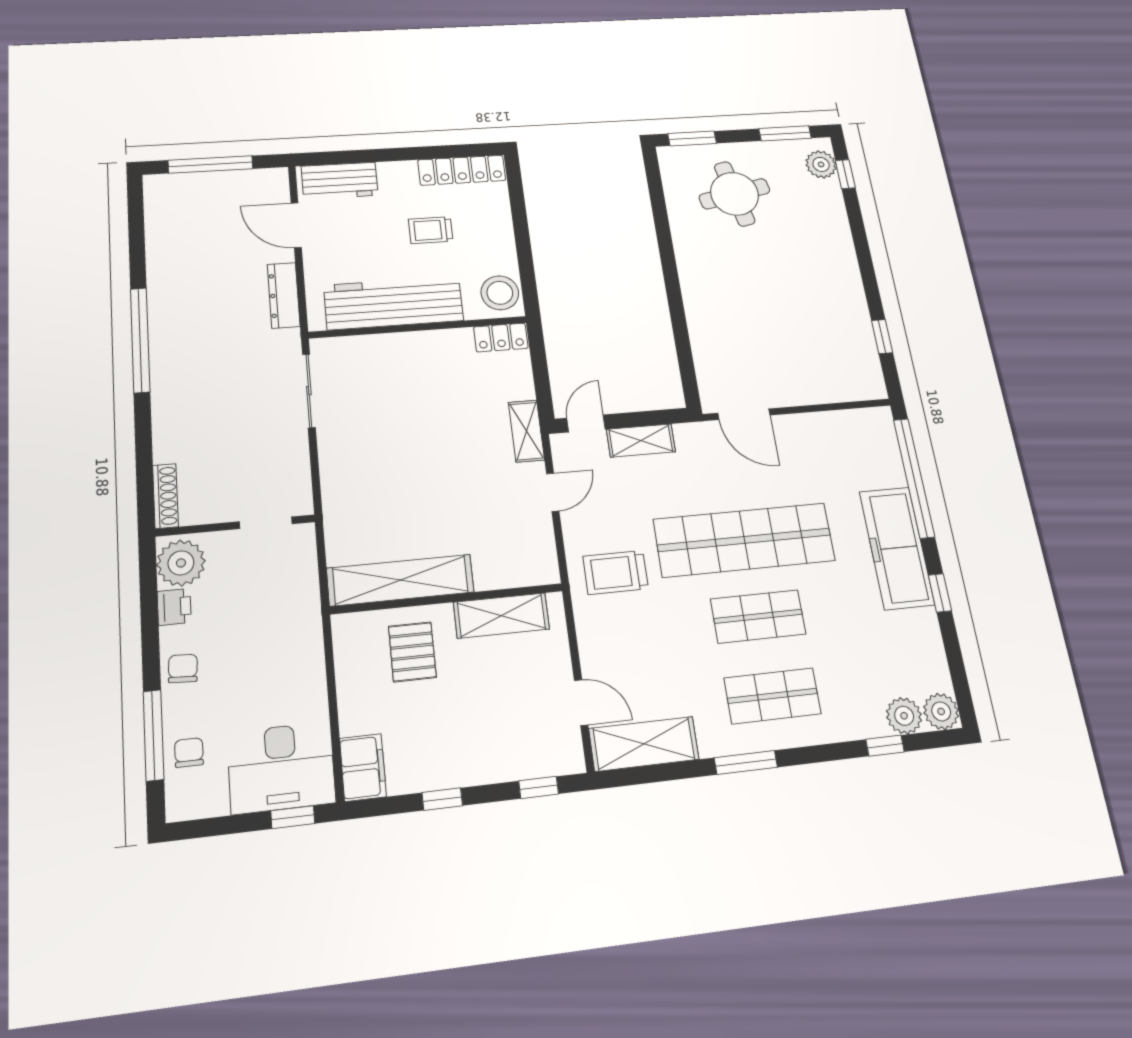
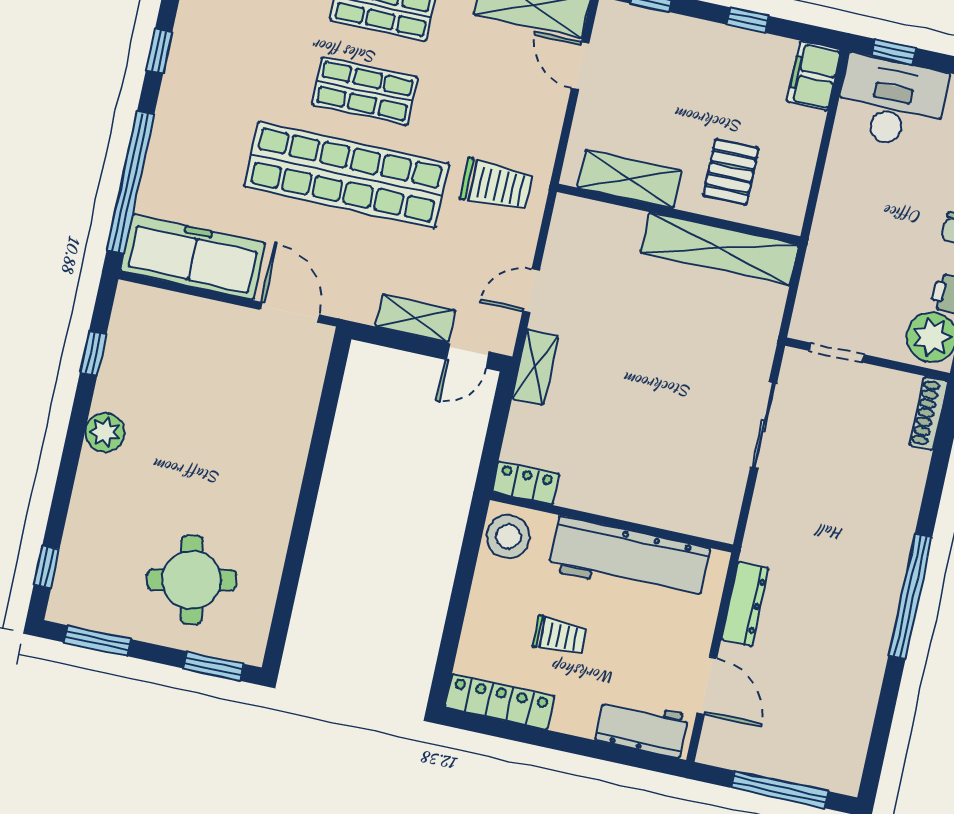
plant: (821, 164) -> (105, 432), moved
sliding door: (309, 391) -> (763, 425), moved
freezer: (897, 548) -> (193, 257), moved, turned -90

